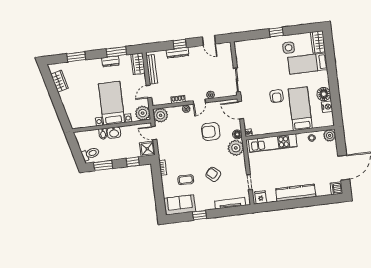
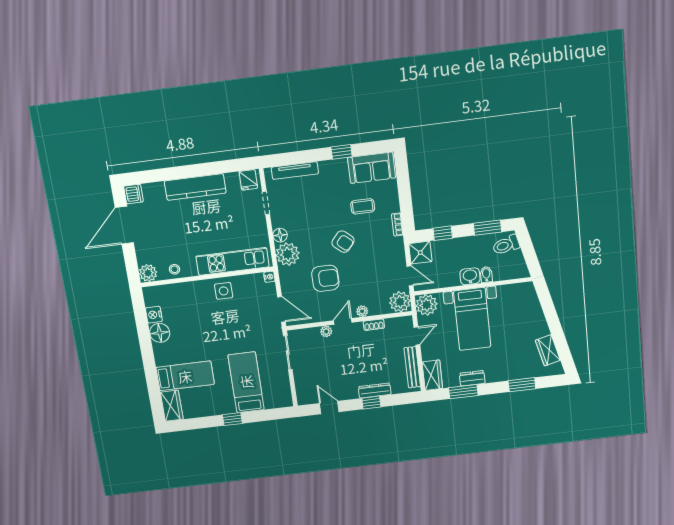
side table: (289, 48) -> (224, 291), moved
armchair: (277, 96) -> (229, 330), removed
bed: (300, 109) -> (246, 382), moved, turned 180
floor lamp: (237, 134) -> (280, 235), moved
armchair: (213, 174) -> (343, 242), moved

